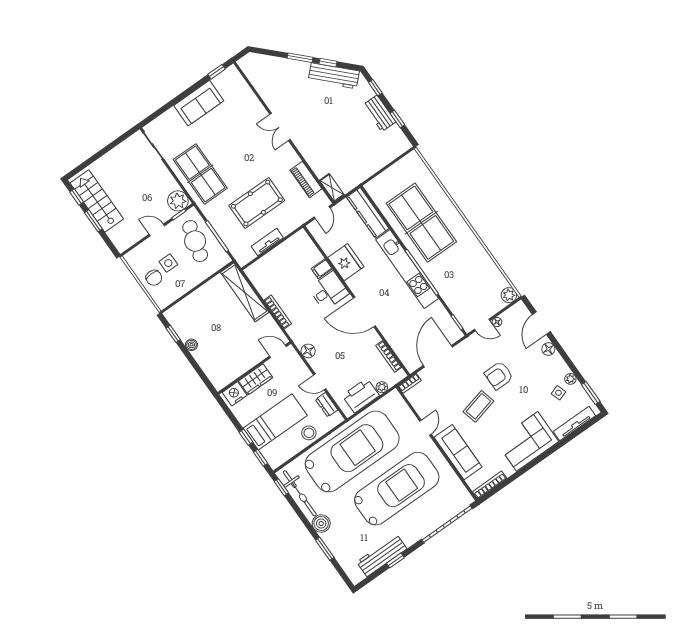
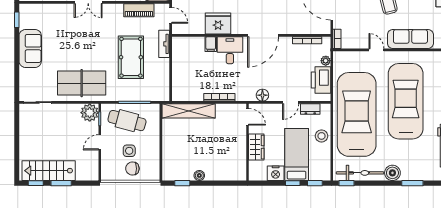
tv unit: (267, 242) -> (164, 44), moved
chair: (154, 278) -> (132, 169), turned 180
door: (278, 351) -> (247, 117), swing flipped
nightstand: (235, 394) -> (276, 173), moved, turned -90

